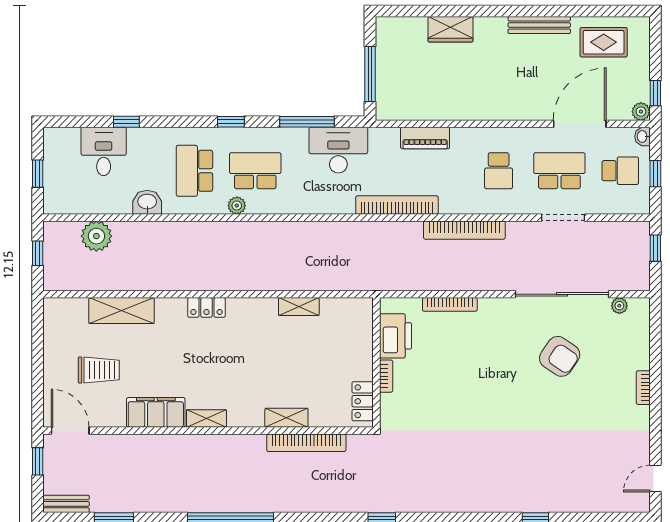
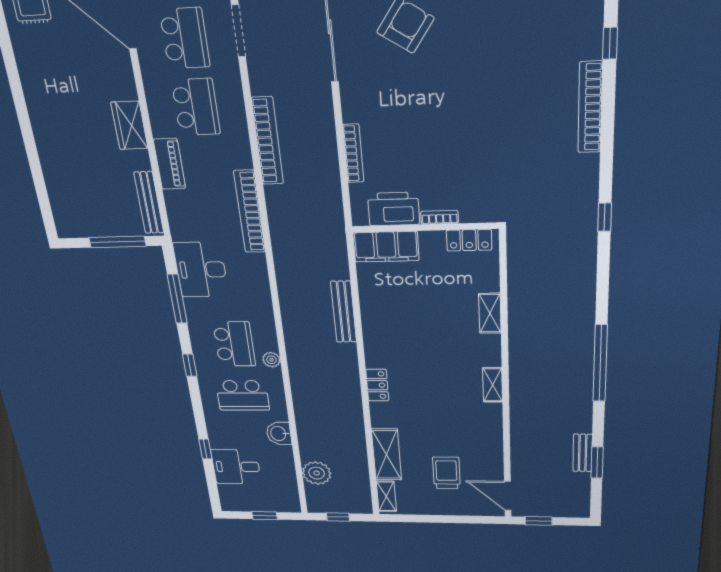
bench: (539, 25) -> (149, 203), moved
wardrobe: (450, 29) -> (129, 125), moved, turned 180
piano: (425, 138) -> (169, 164), moved
school desk: (255, 171) -> (234, 344), turned 180
school desk: (499, 171) -> (196, 107), width x1.85
school desk: (559, 171) -> (185, 38), turned 180
bench: (290, 282) -> (344, 312), added
shelving: (299, 307) -> (386, 496), moved
filing cabinet: (156, 412) -> (386, 247), moved, turned -90
door: (70, 431) -> (508, 496), hinge flipped
bookcase: (306, 443) -> (590, 107), moved, turned 180
bench: (66, 504) -> (583, 453), moved

